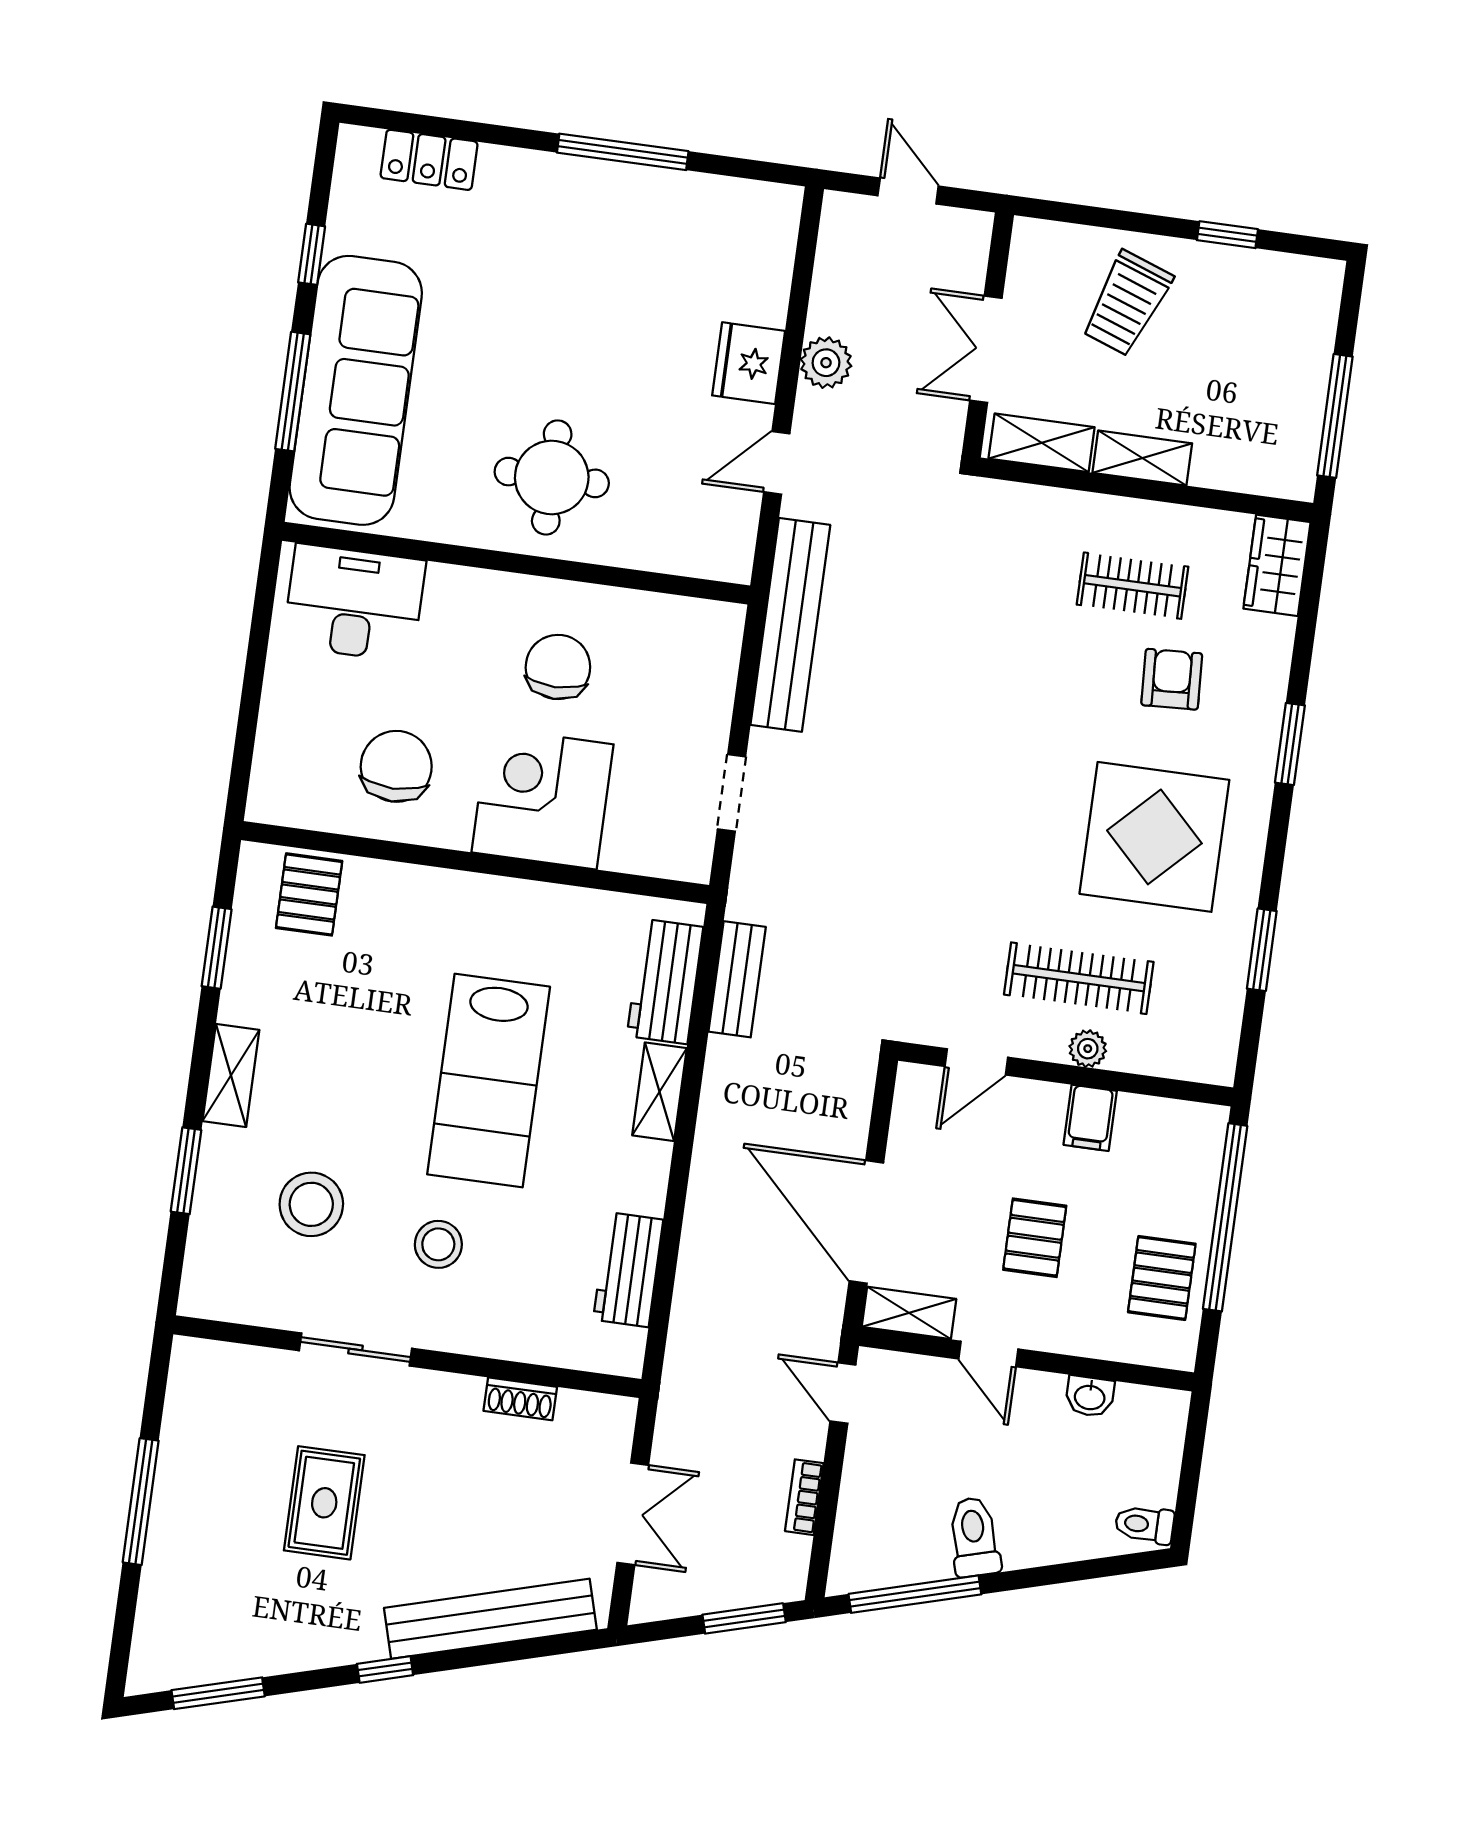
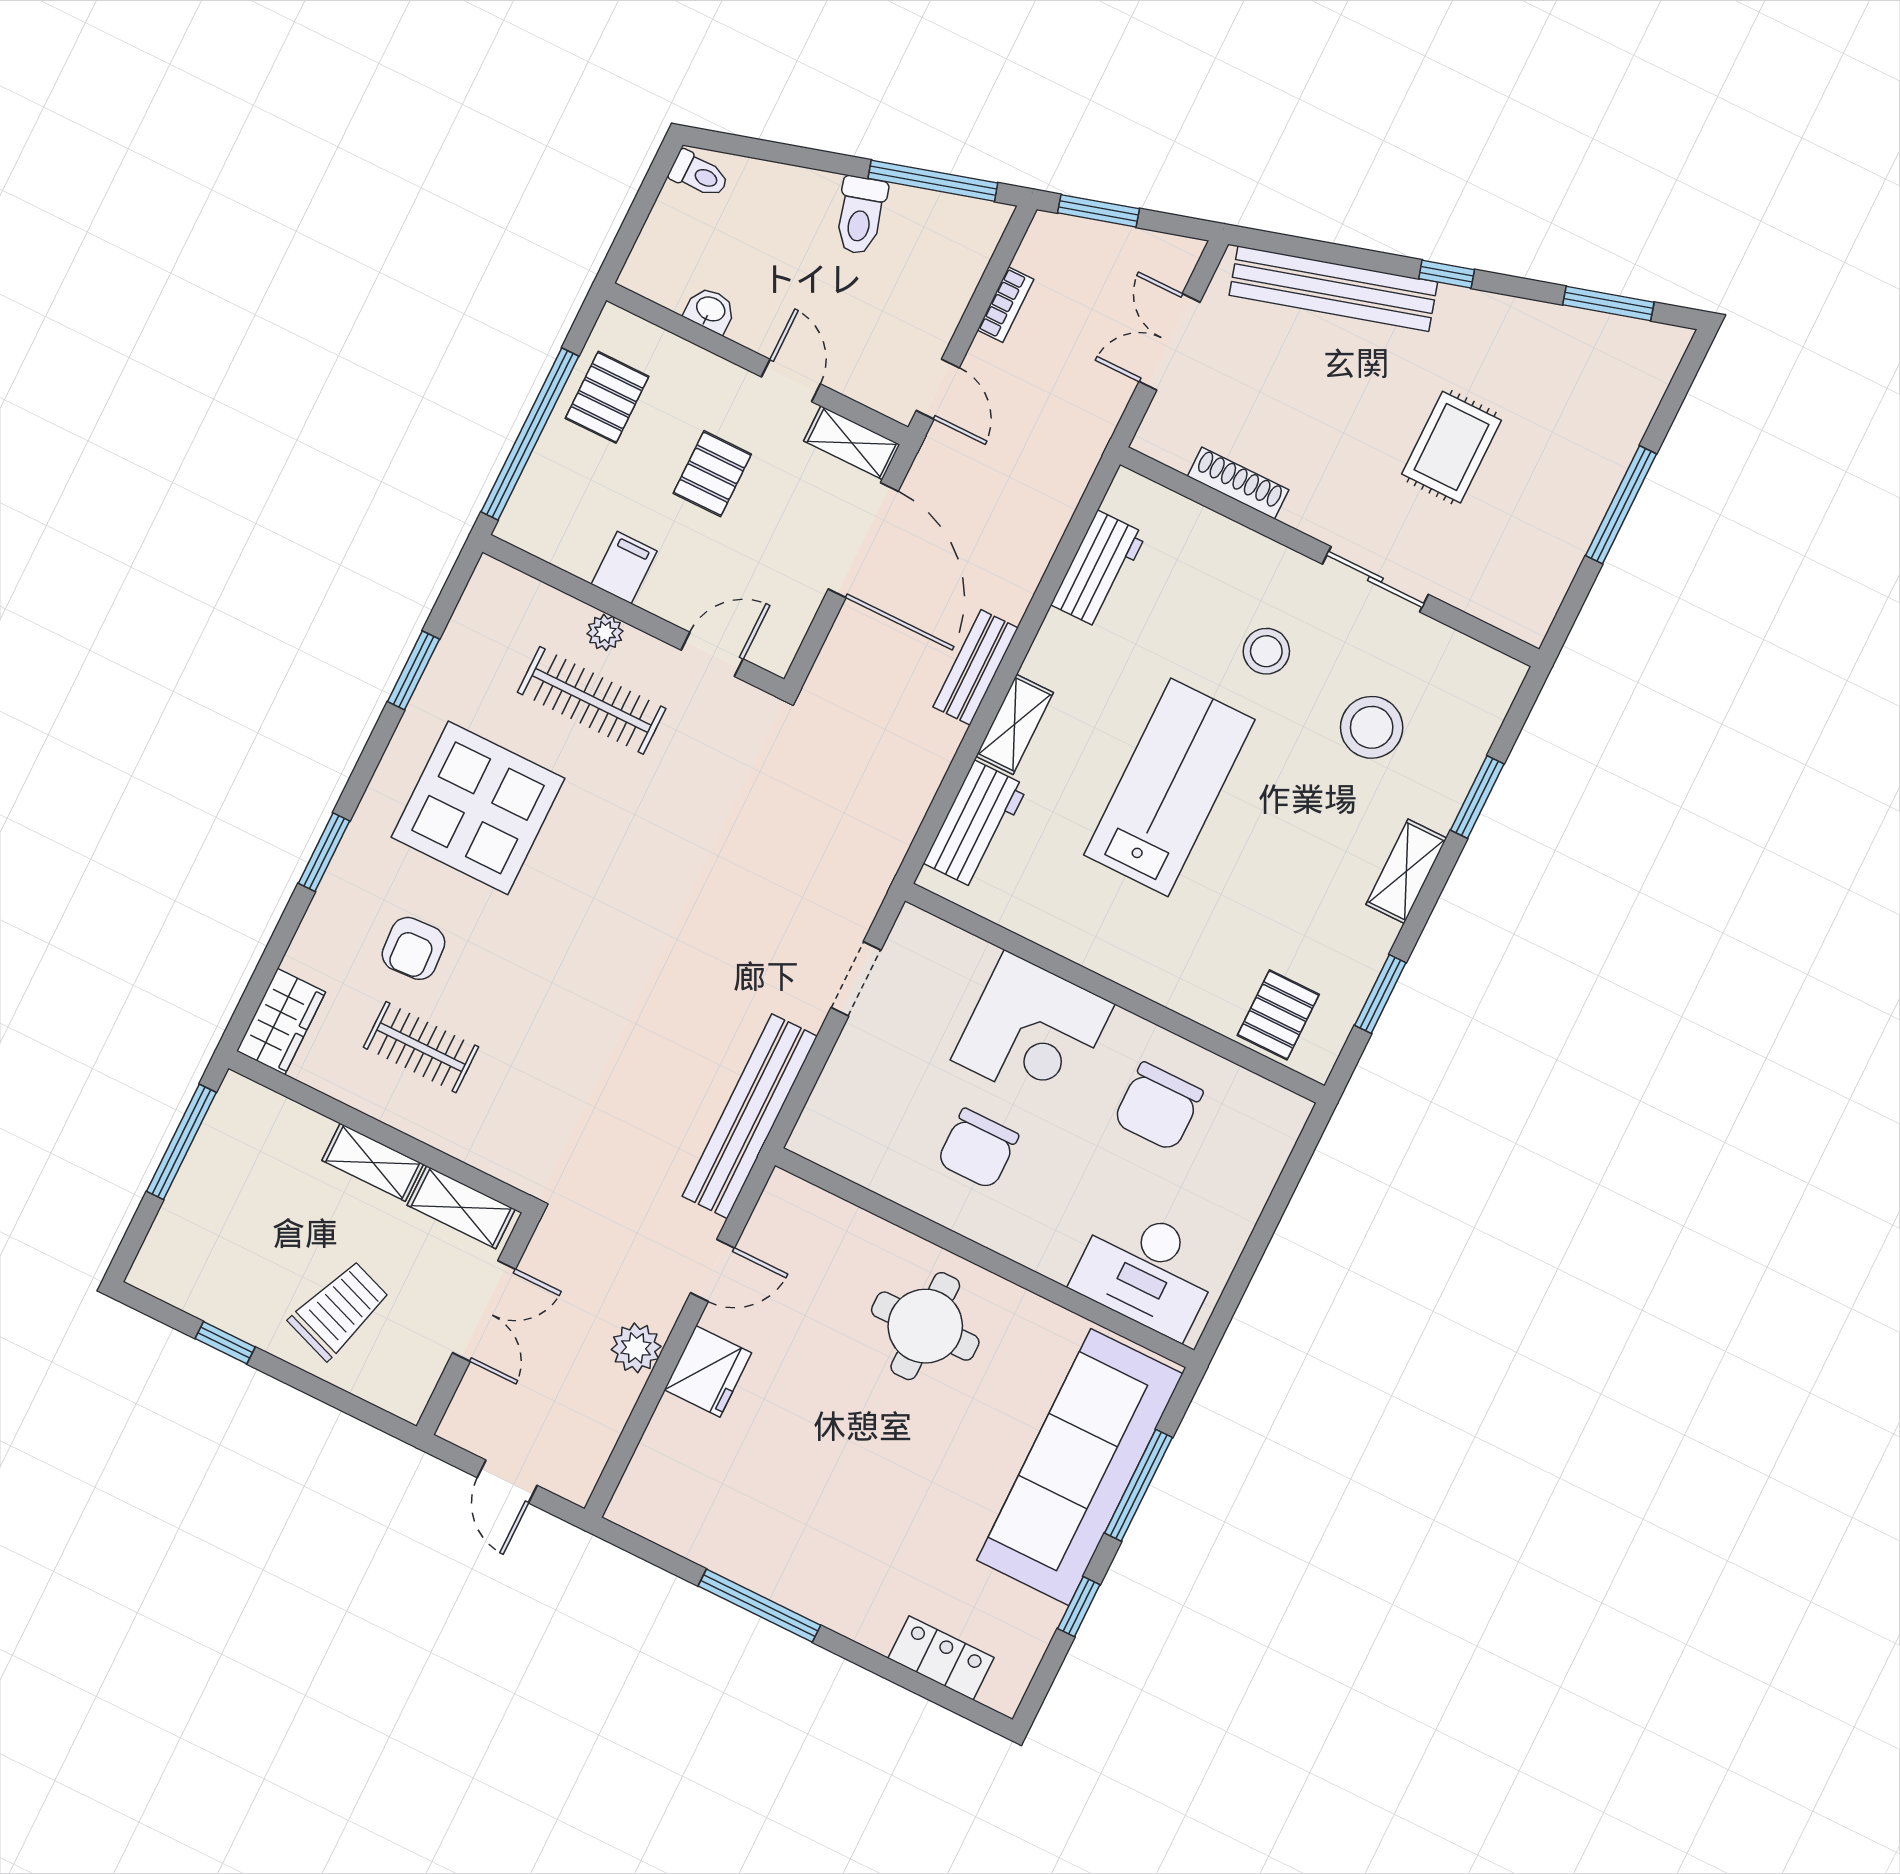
bench: (737, 979) -> (976, 667), moved
shoe rack: (520, 1399) -> (1238, 483), width x1.43

